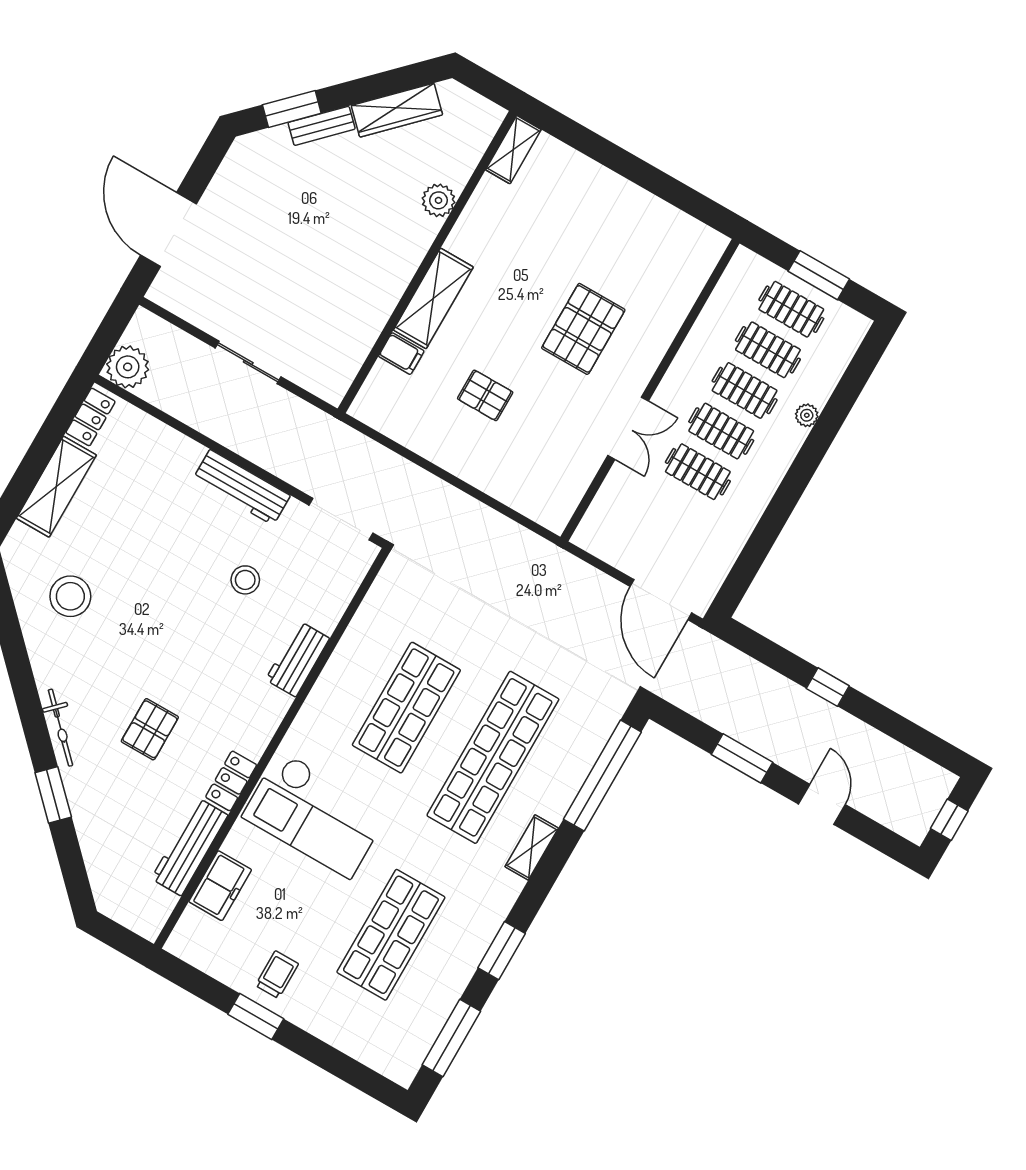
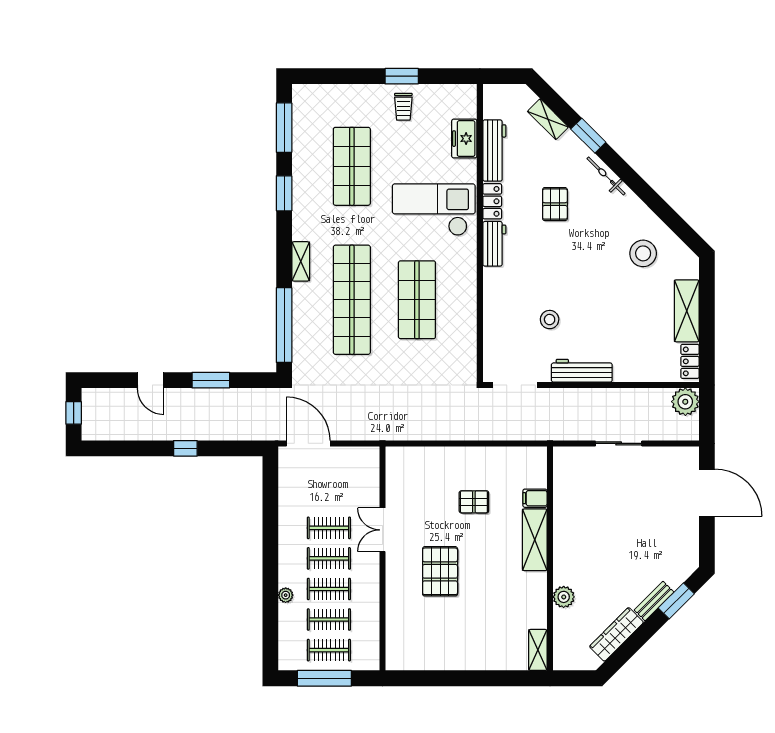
window: (819, 275) -> (324, 678), width x1.44
workbench: (297, 659) -> (494, 244), moved
shelving: (94, 847) -> (548, 119), added

